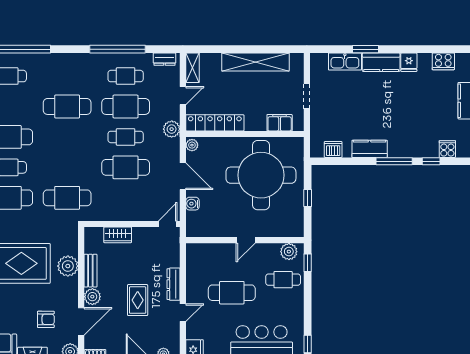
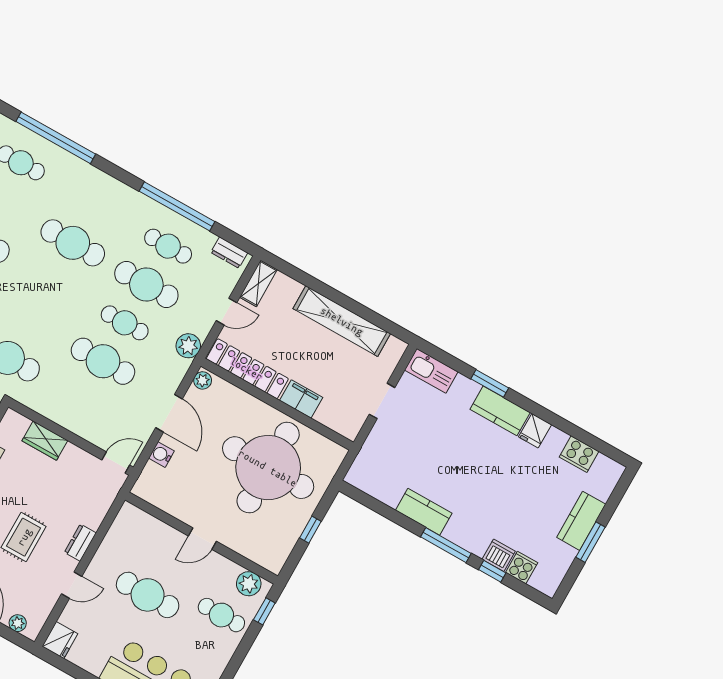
kitchen sink: (345, 61) -> (431, 371), moved
filing cabinet: (280, 123) -> (301, 399), moved
dishwasher: (333, 149) -> (499, 555), moved
dresser: (174, 284) -> (80, 543), width x0.70

